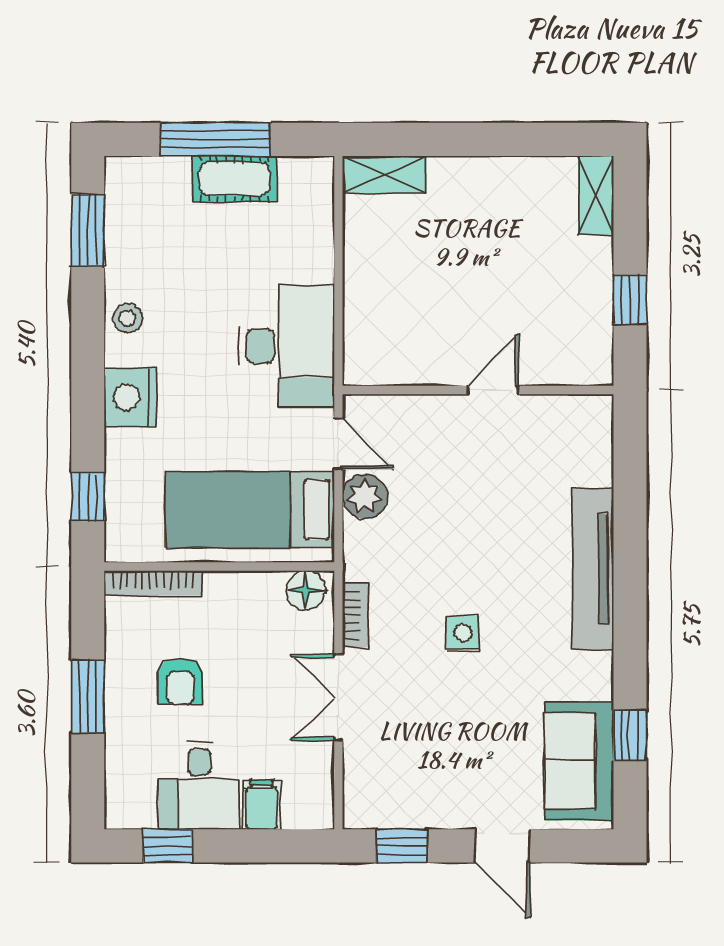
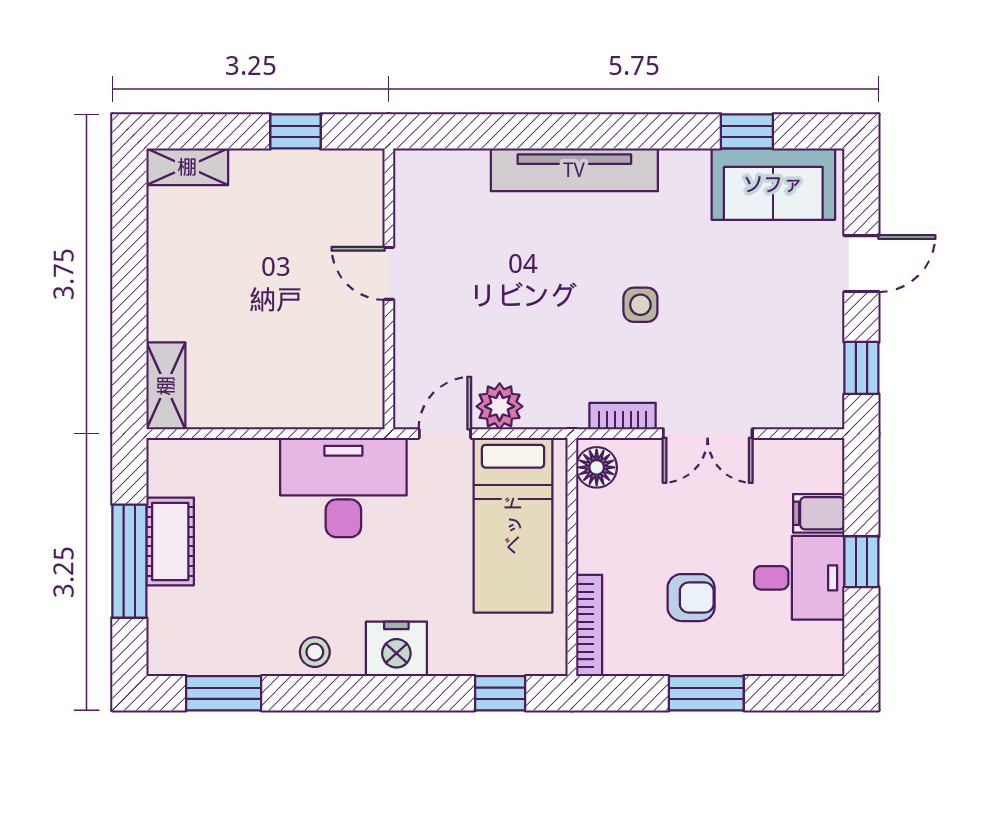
window: (168, 846) -> (861, 562), moved

